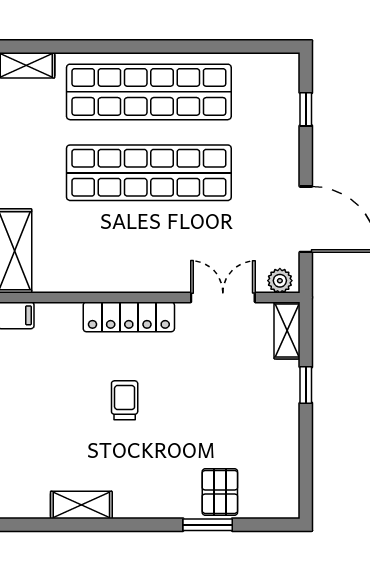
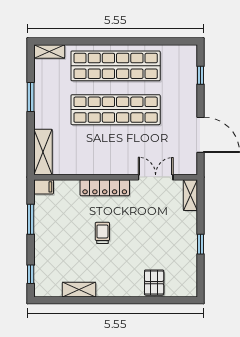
plant: (280, 281) -> (187, 168), removed
window: (306, 385) -> (201, 244), moved
window: (208, 525) -> (147, 300), removed

